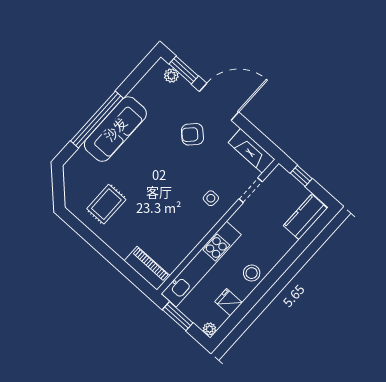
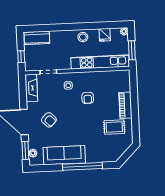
sofa: (115, 129) -> (64, 155), moved
armchair: (173, 207) -> (88, 98), added
piano: (147, 268) -> (125, 105), moved

